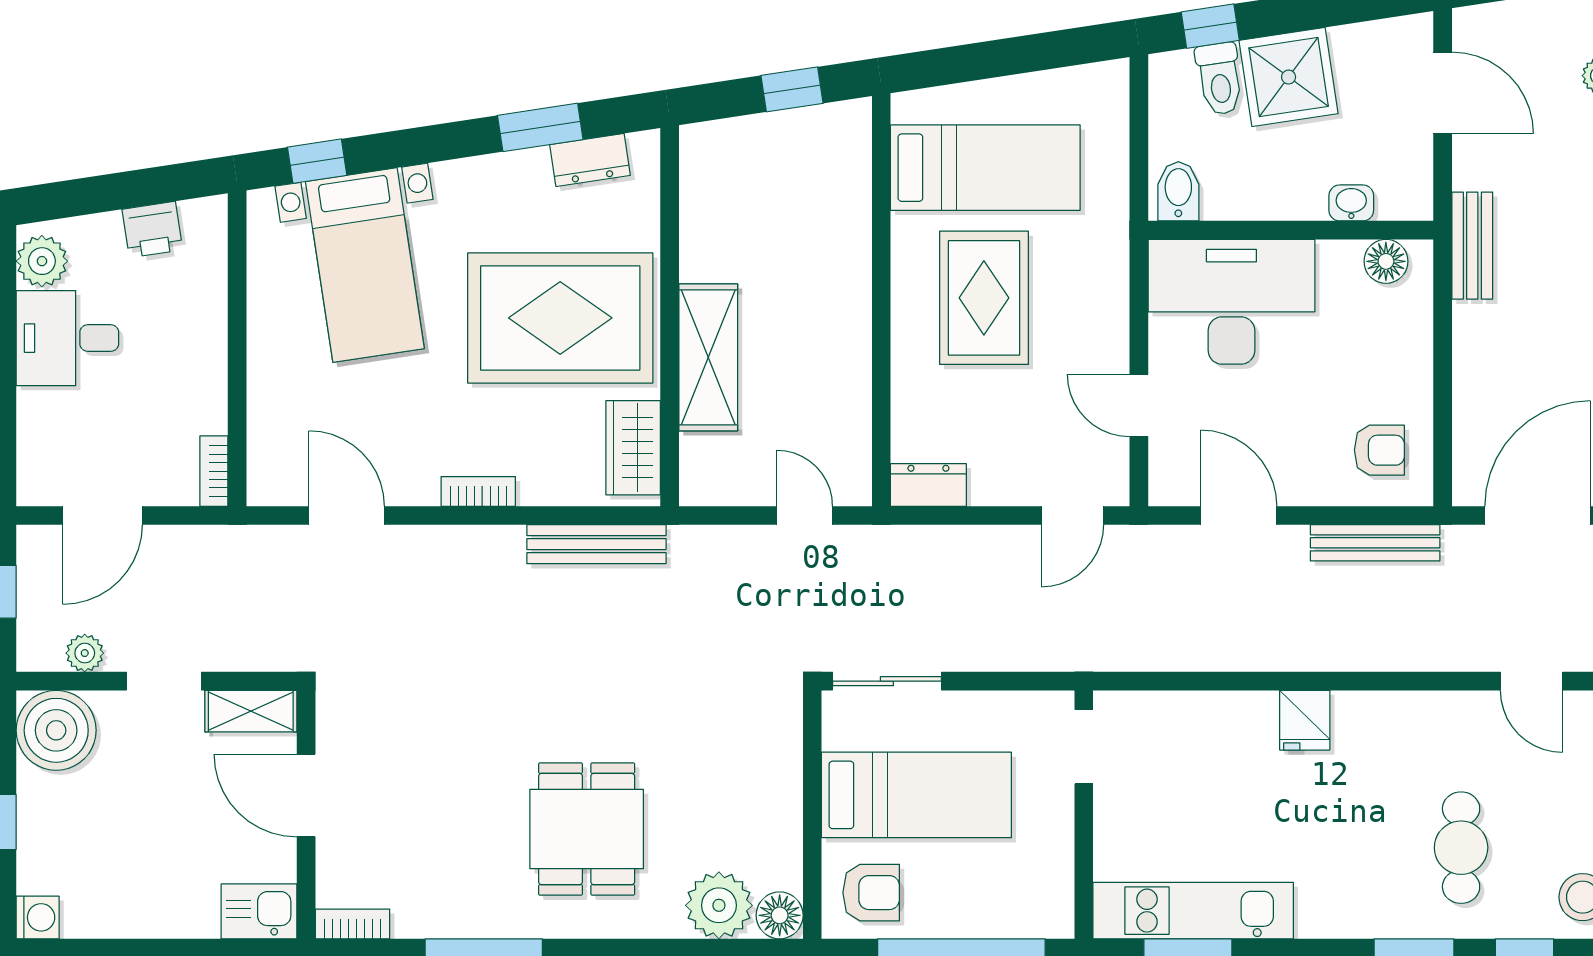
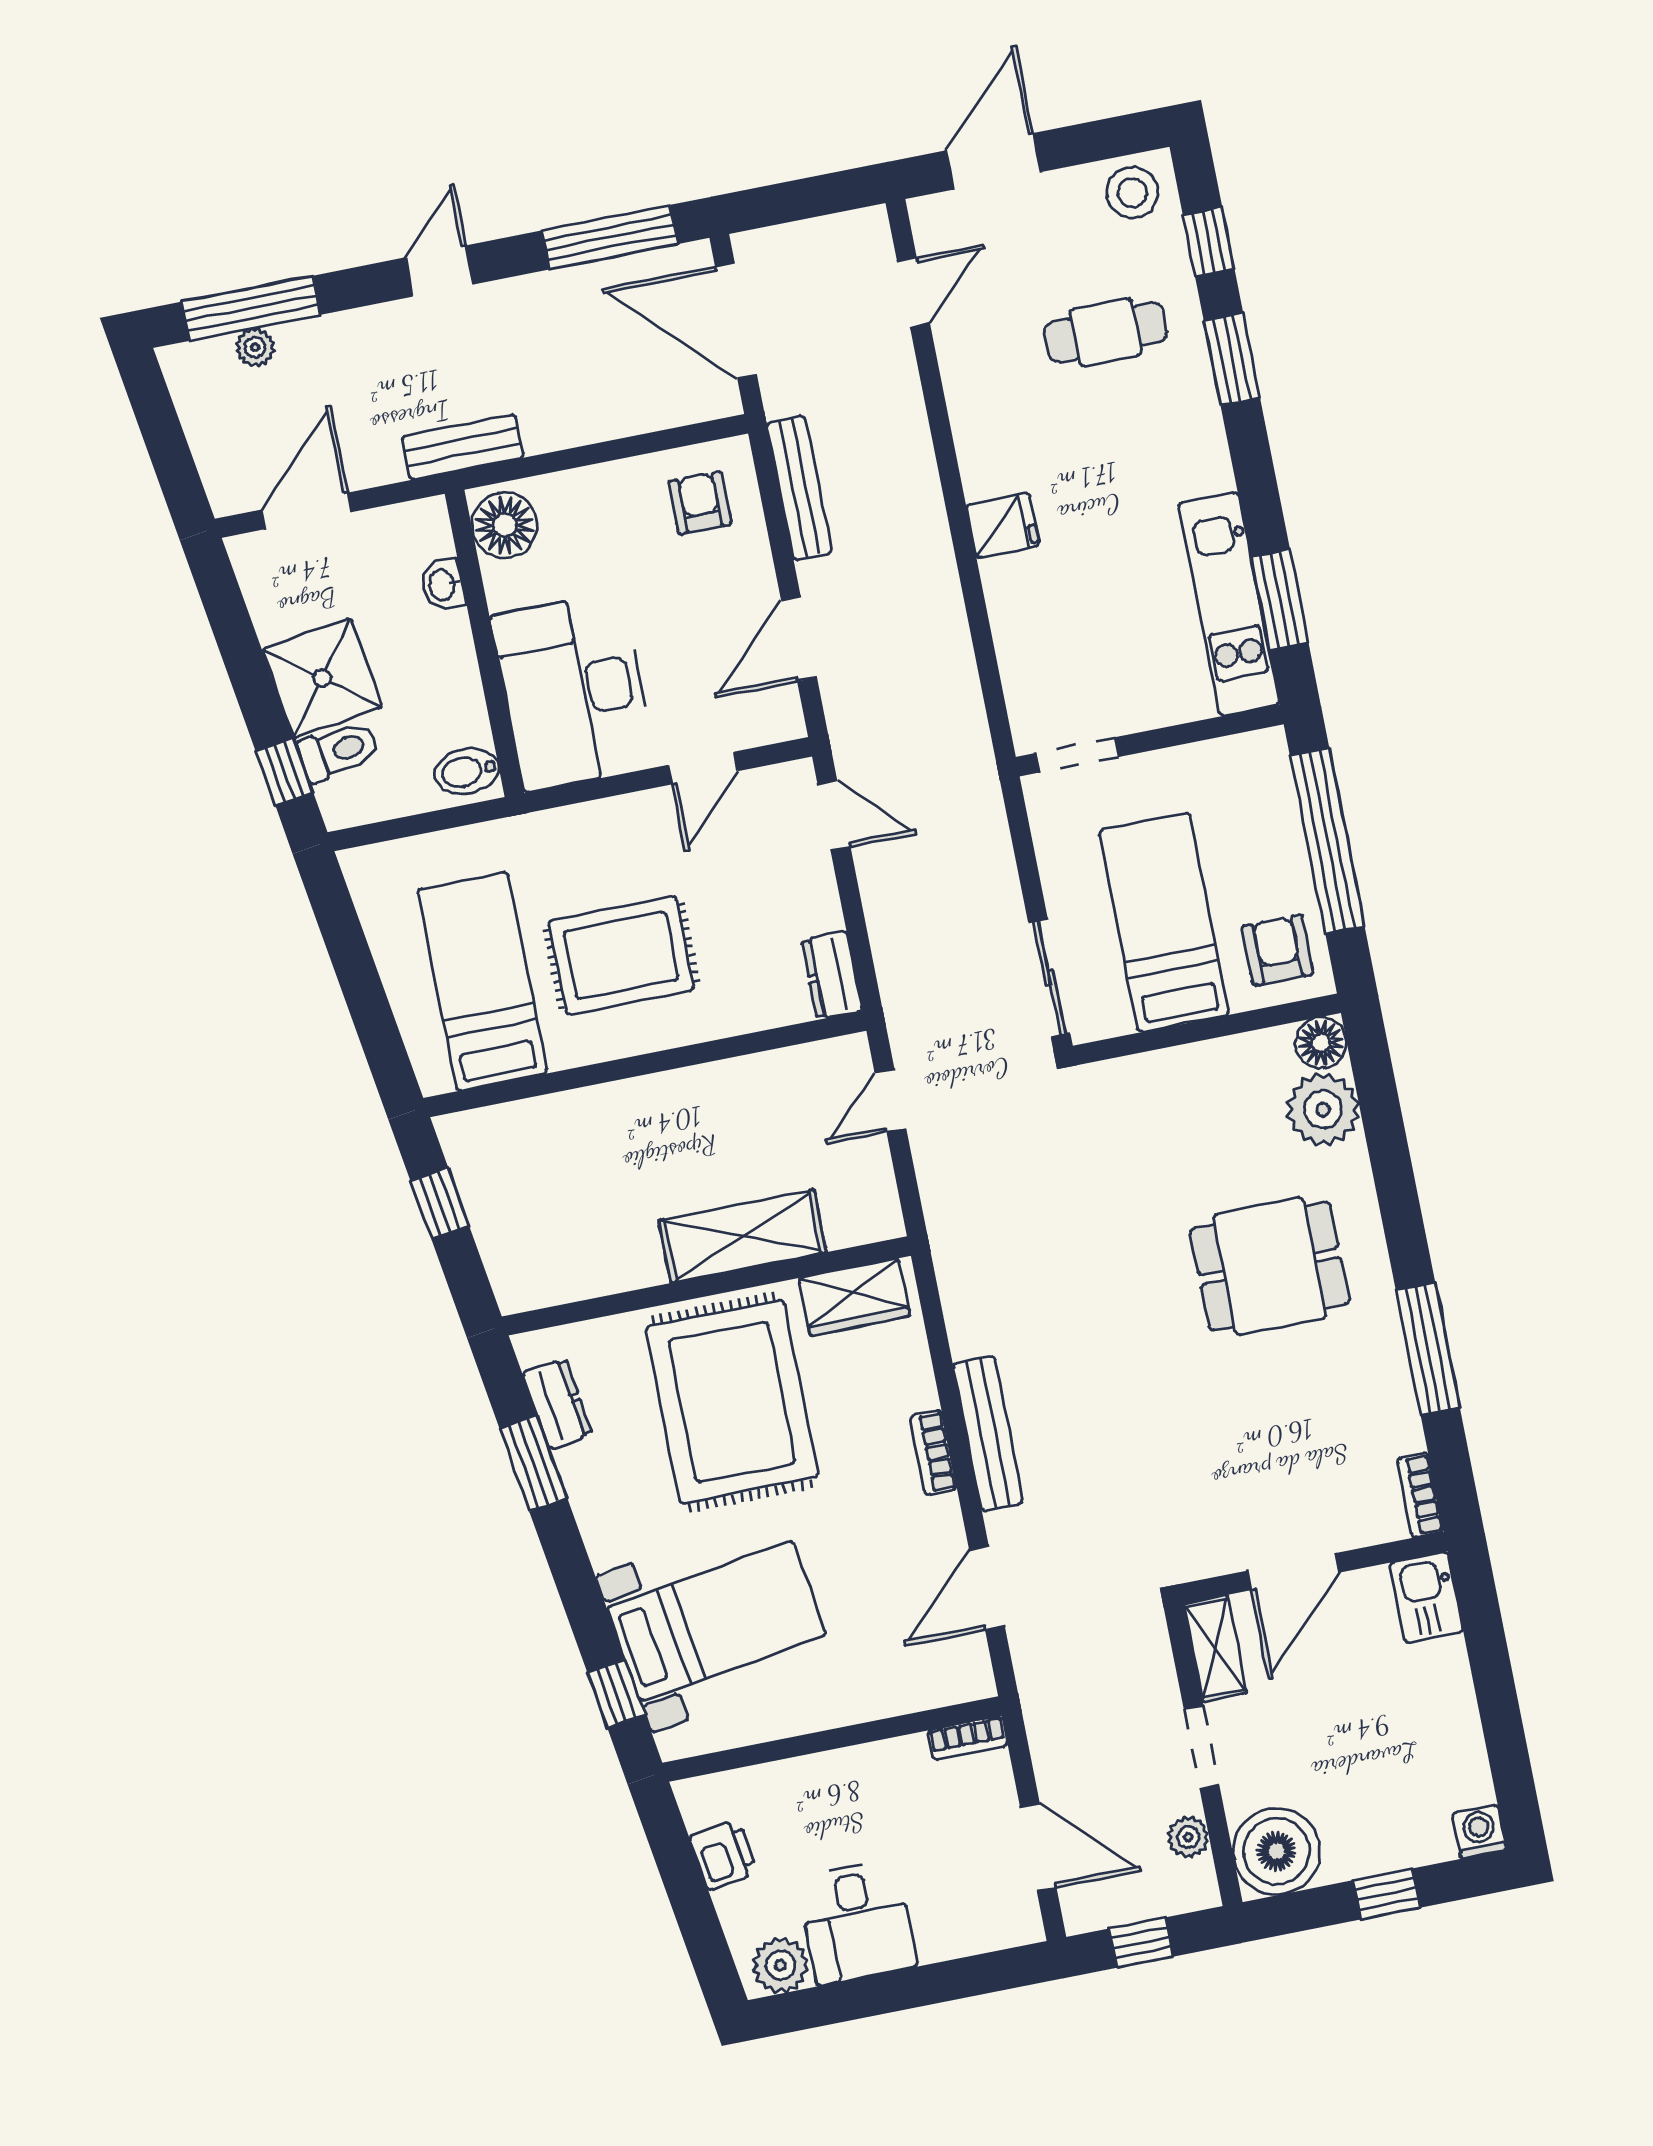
floor lamp: (1386, 261) -> (505, 525), width x1.38, depth x1.38
bench: (596, 544) -> (988, 1434), moved

